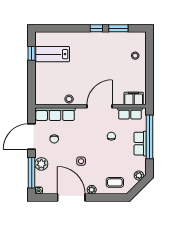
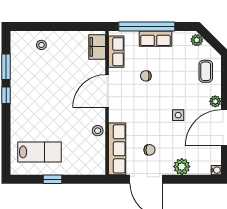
window: (32, 53) -> (53, 179), moved
lab bench: (53, 54) -> (40, 152), turned -90
door: (100, 106) -> (107, 91), hinge flipped
window: (32, 173) -> (193, 179), removed

